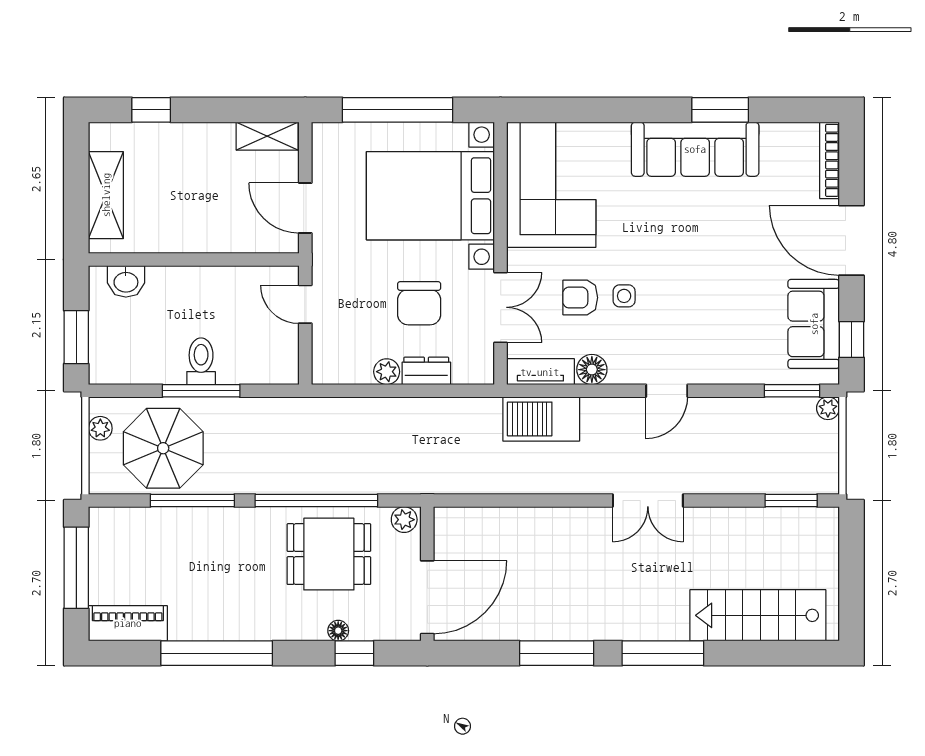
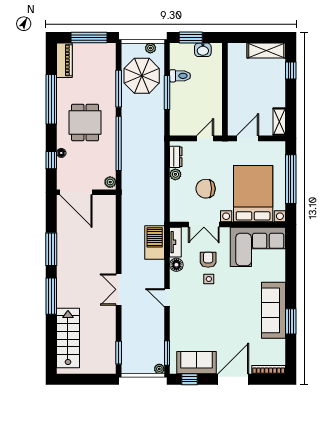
shelving: (106, 195) -> (266, 51), moved
washbasin: (126, 281) -> (203, 50), moved, turned -90
toilet: (201, 361) -> (180, 76), moved
dresser: (426, 371) -> (176, 157), moved
dining table: (329, 554) -> (85, 122), moved

